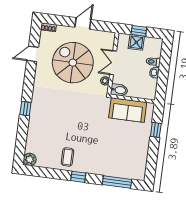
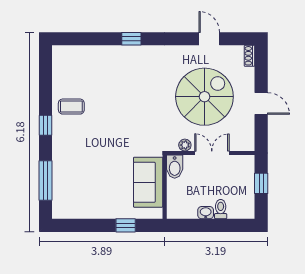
shower: (136, 42) -> (245, 182), removed
plant: (30, 159) -> (61, 54), removed

